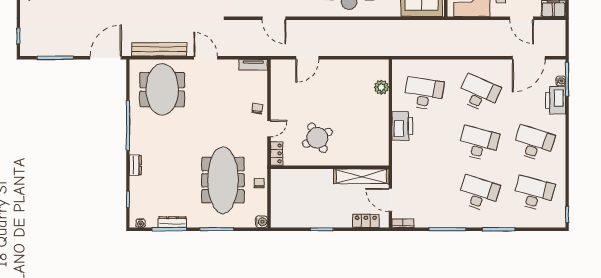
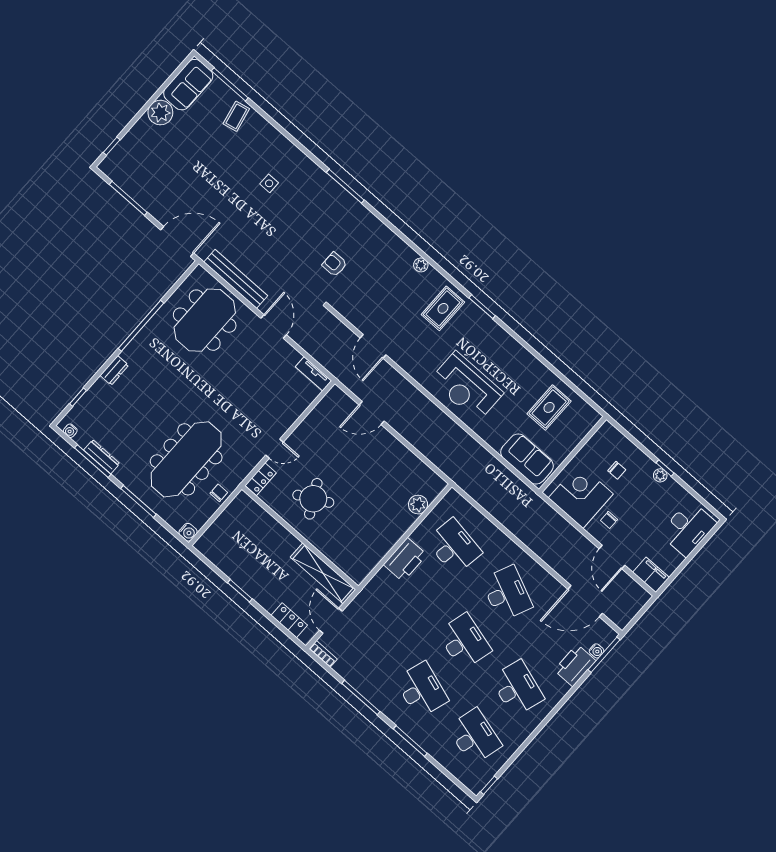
chair: (257, 109) -> (280, 420), removed

